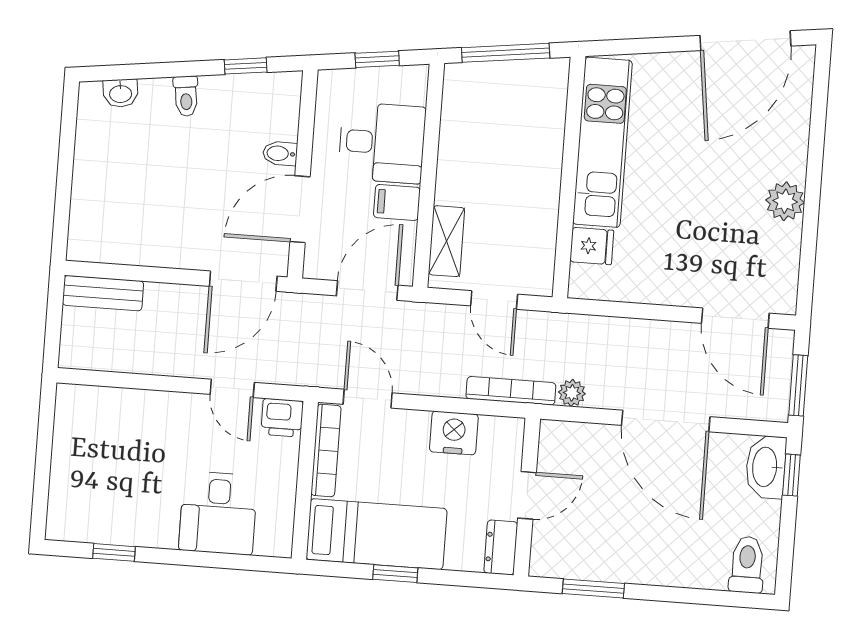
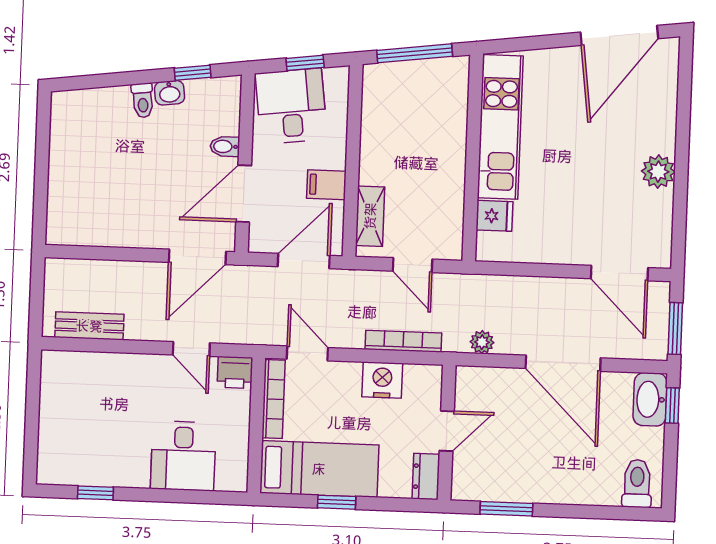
washbasin: (121, 93) -> (170, 93), moved
desk: (382, 143) -> (291, 106), moved, turned -97
bench: (103, 293) -> (89, 326), moved
bookcase: (511, 391) -> (403, 341), moved

